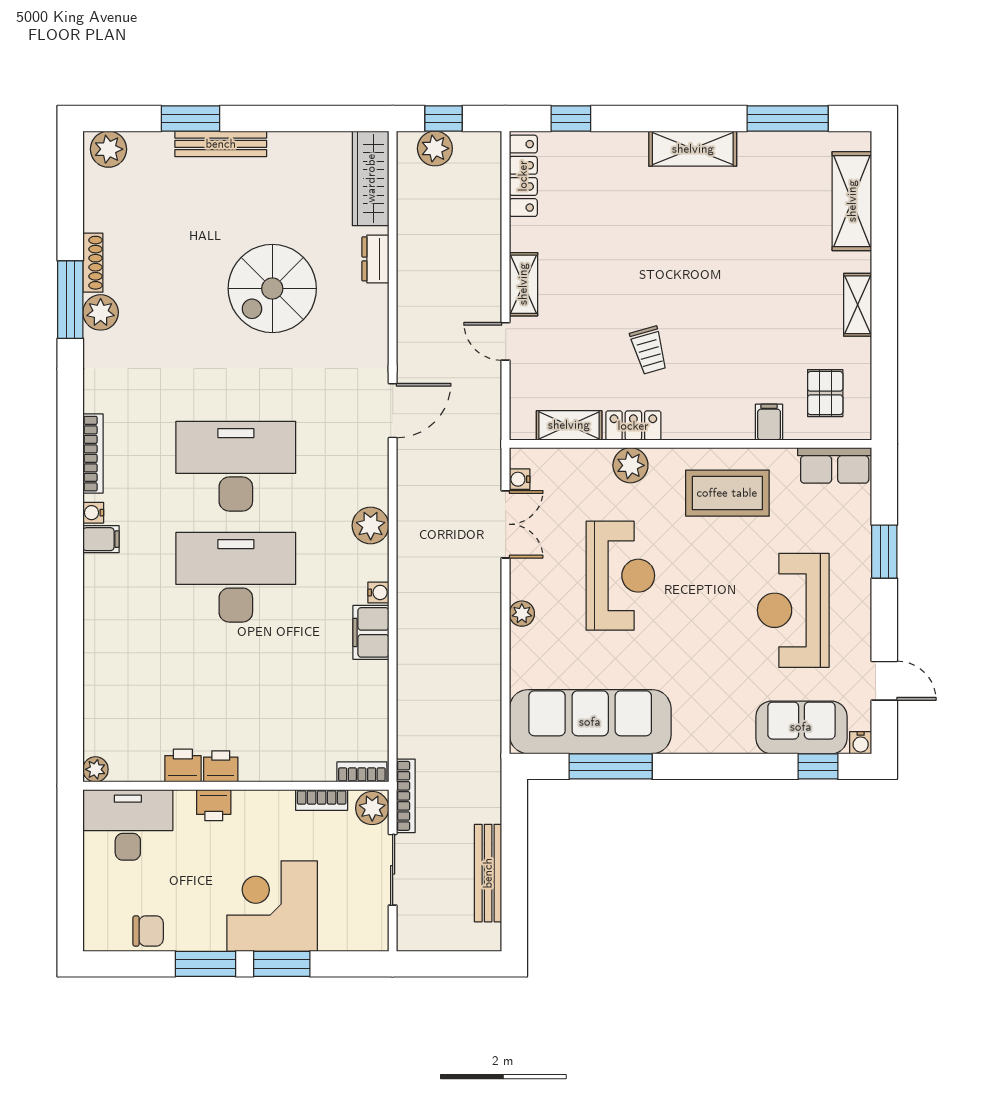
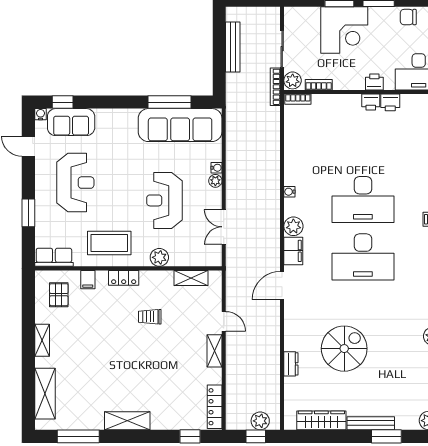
wardrobe: (371, 178) -> (321, 420), moved, turned -90
trolley: (649, 350) -> (150, 317), turned -74
locker: (633, 426) -> (124, 278), moved
water cooler: (520, 479) -> (217, 168), moved
filing cabinet: (371, 632) -> (293, 251), moved

